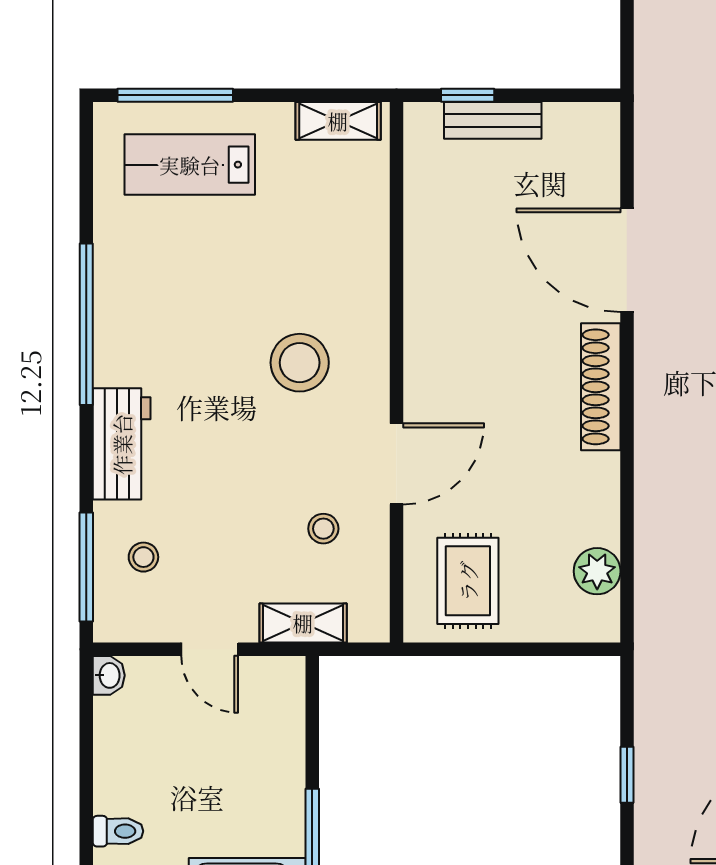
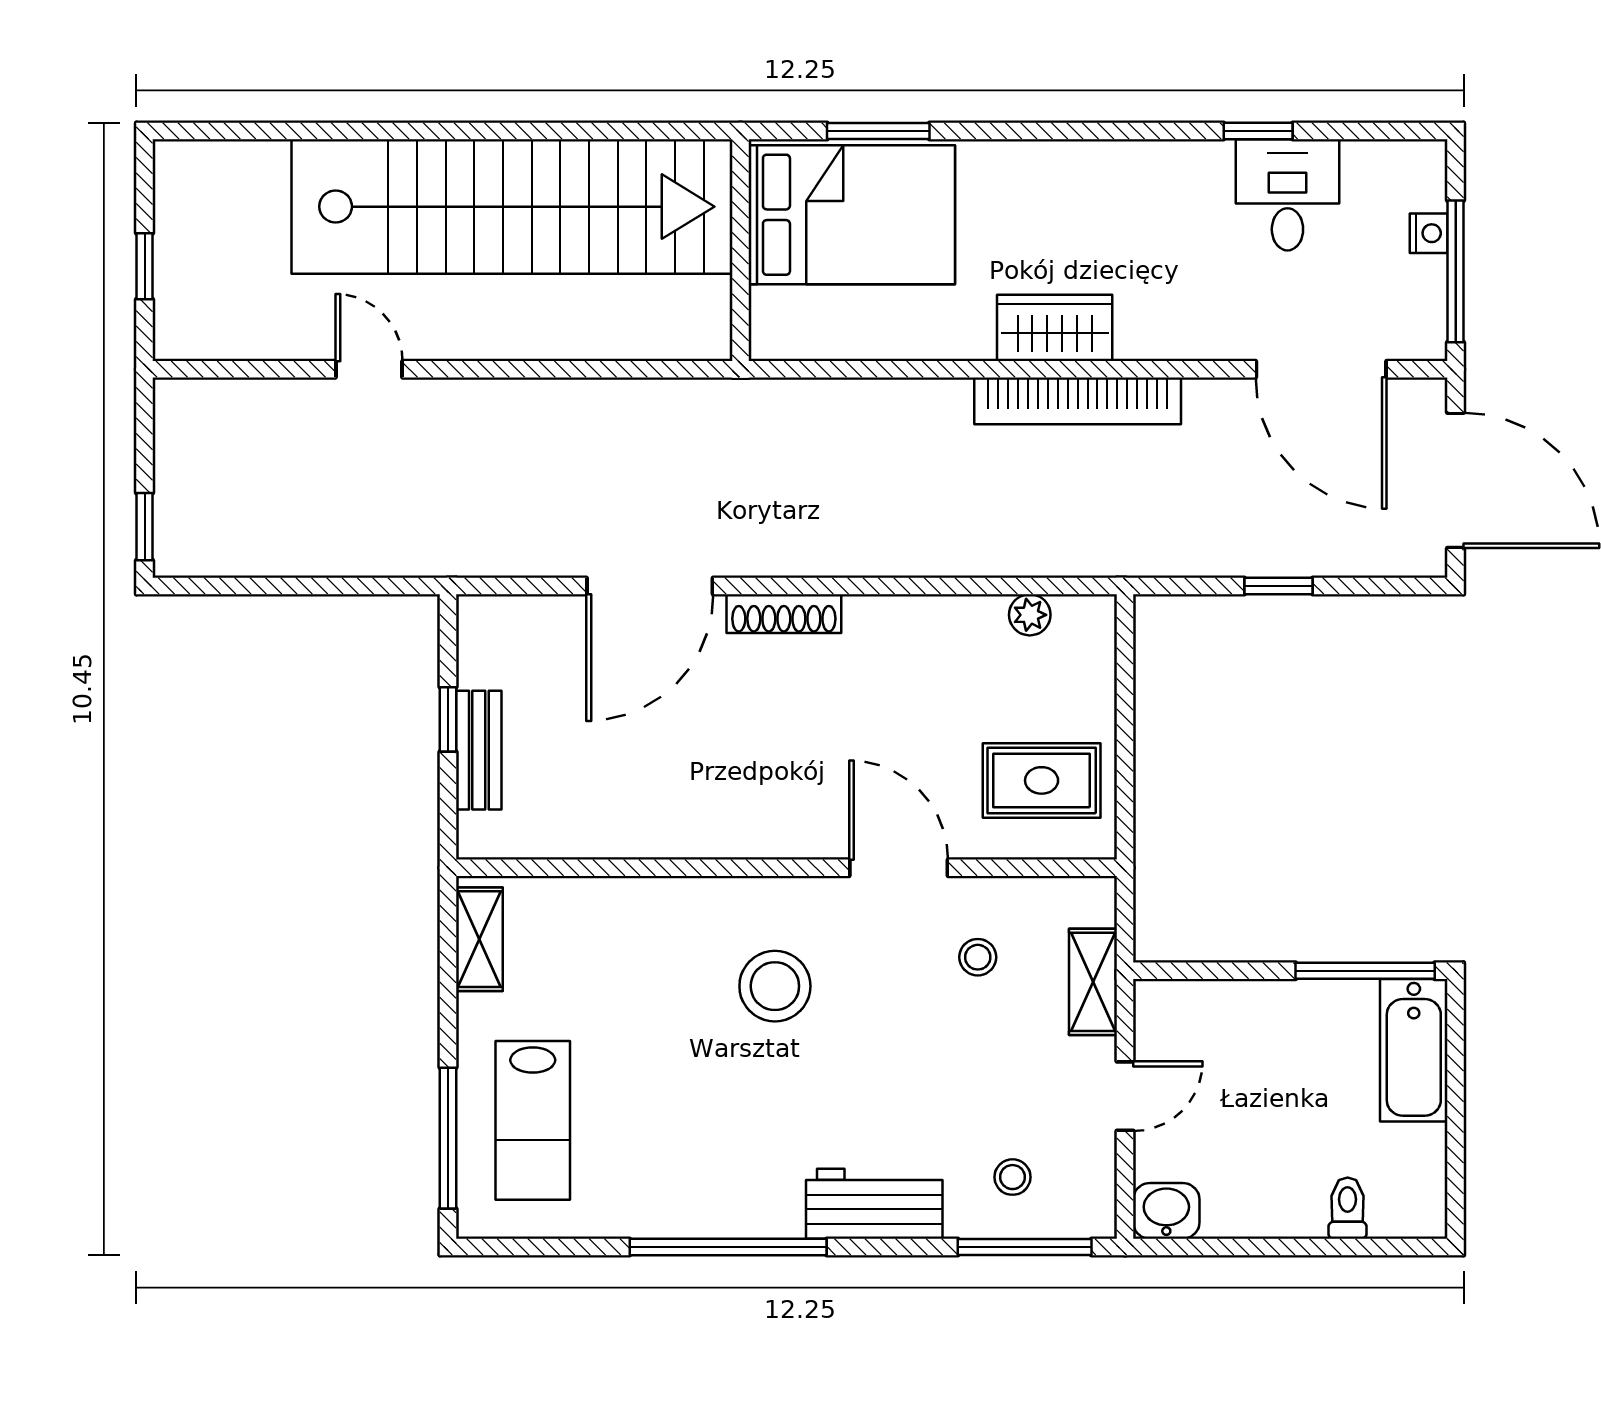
window: (468, 95) -> (448, 719), moved
shoe rack: (601, 387) -> (784, 614), width x0.74, depth x0.81
plant: (597, 571) -> (1030, 615), width x0.73, depth x0.73
washbasin: (109, 675) -> (1166, 1211), width x1.38, depth x1.45

